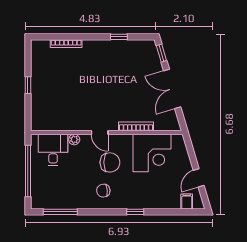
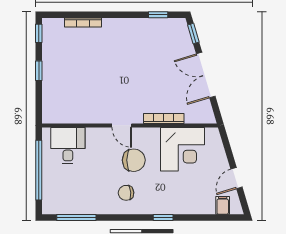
window: (119, 37) -> (158, 15), moved
window: (28, 53) -> (39, 33), added
plant: (74, 139) -> (92, 134), removed

